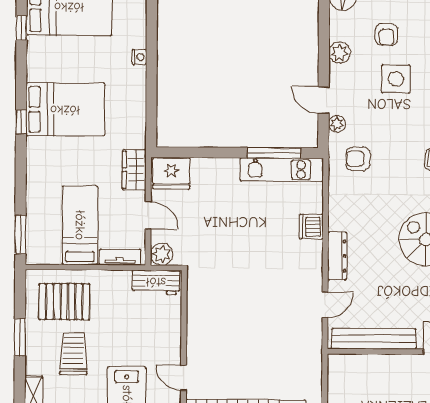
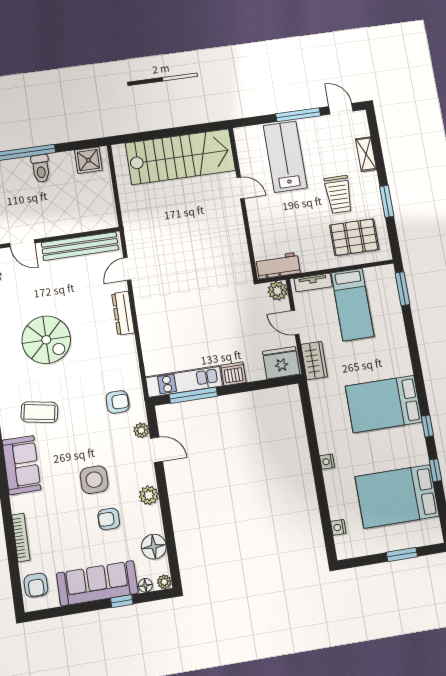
armchair: (386, 34) -> (109, 519), turned -90
window: (21, 121) -> (427, 426), moved
dishwasher: (311, 227) -> (233, 374), moved, turned -90

